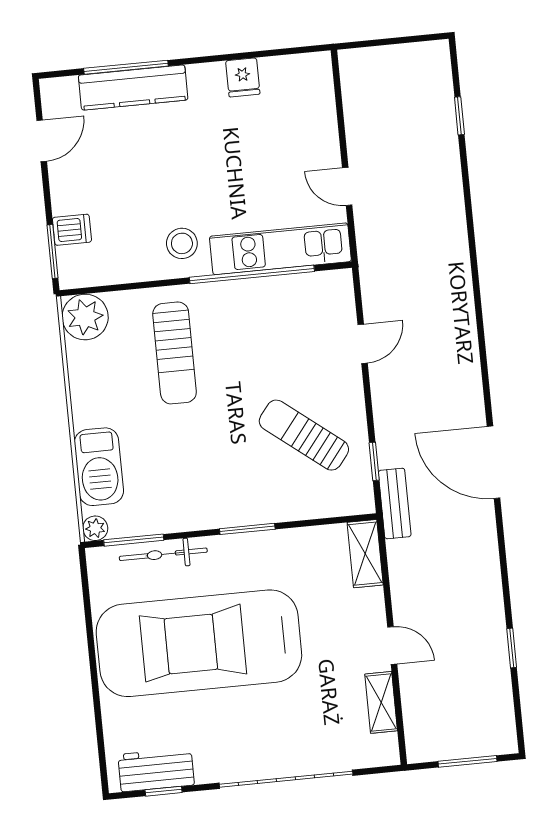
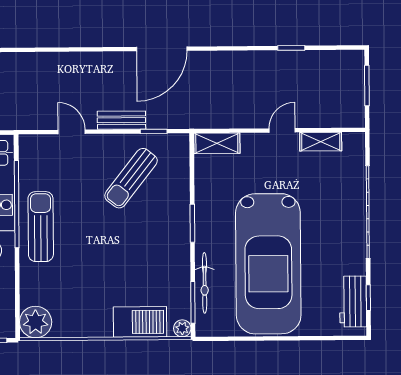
sun lounger: (175, 353) -> (41, 227), moved, turned -90
bench: (395, 503) -> (121, 120), moved

